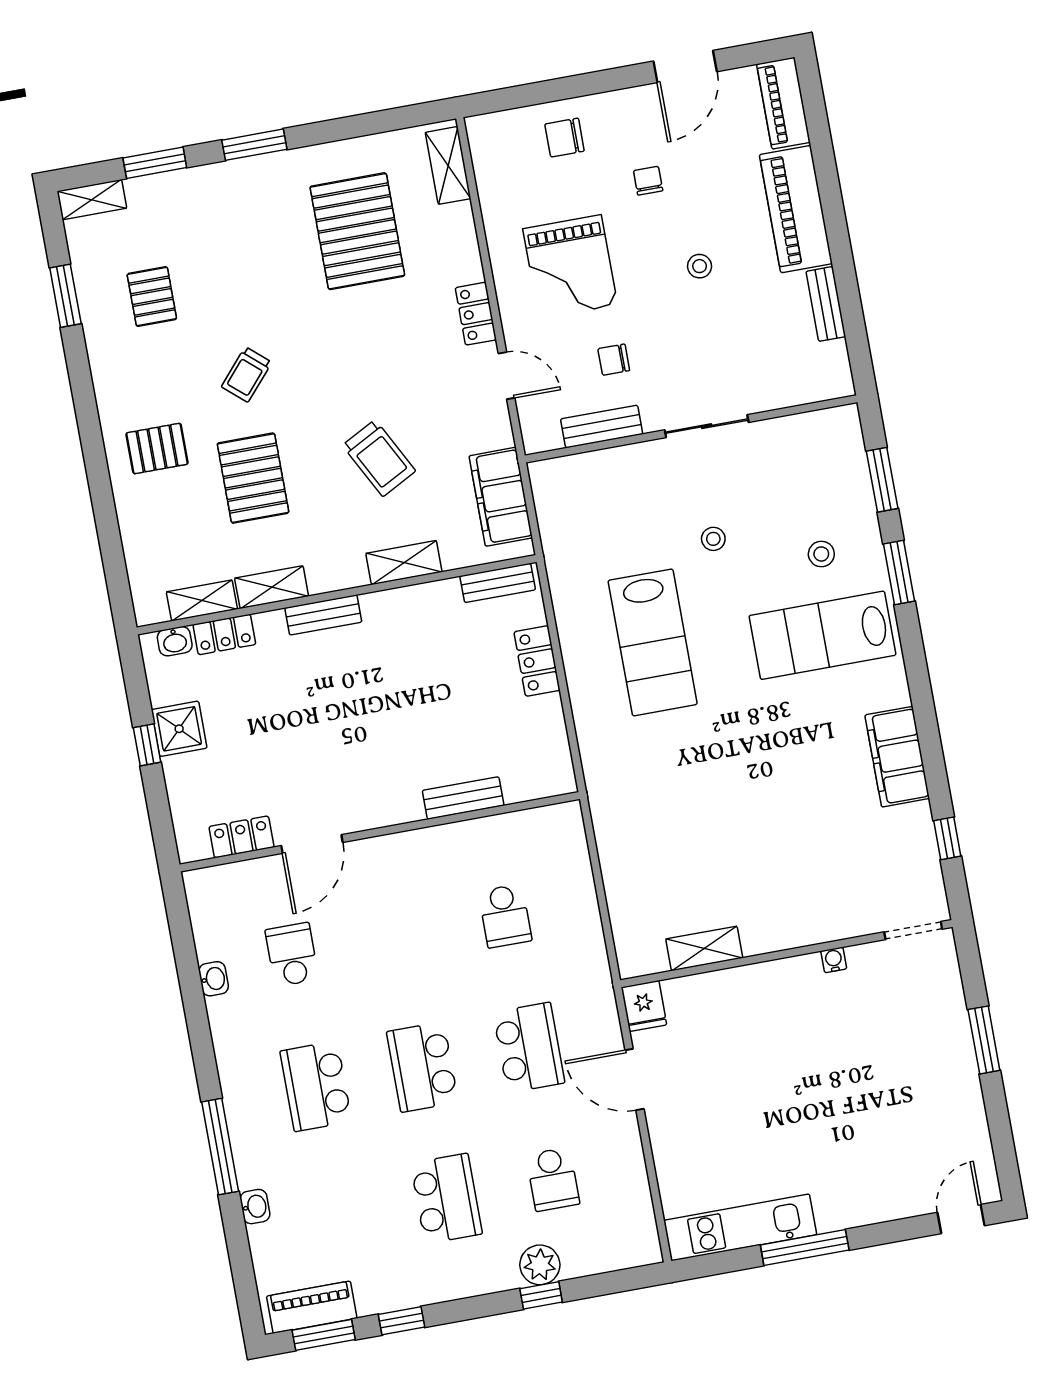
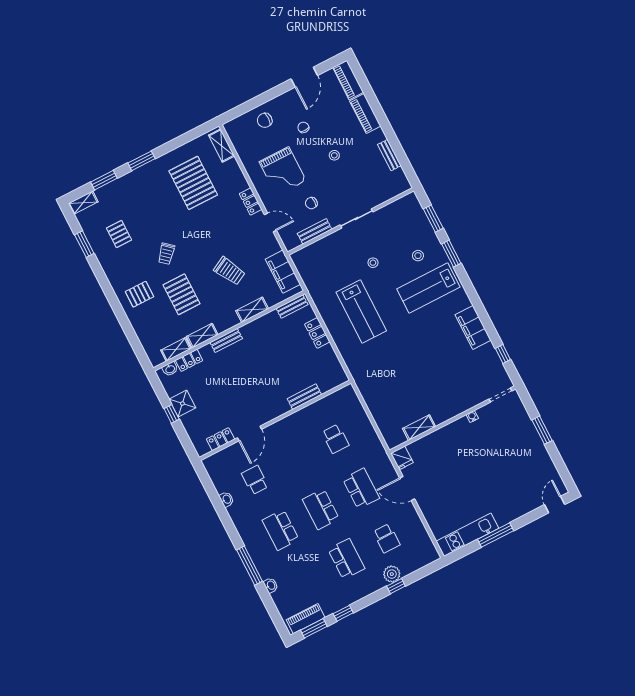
piano: (796, 209) -> (365, 114), width x0.73, depth x0.75

